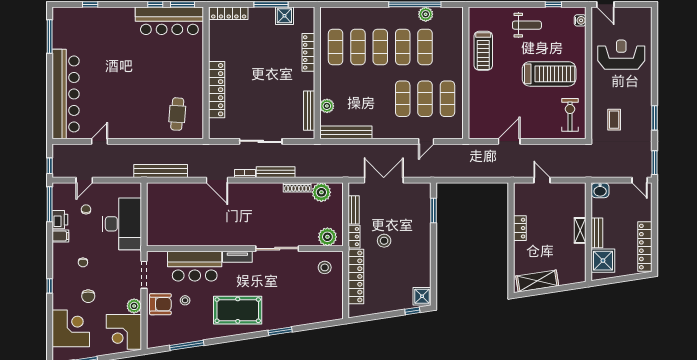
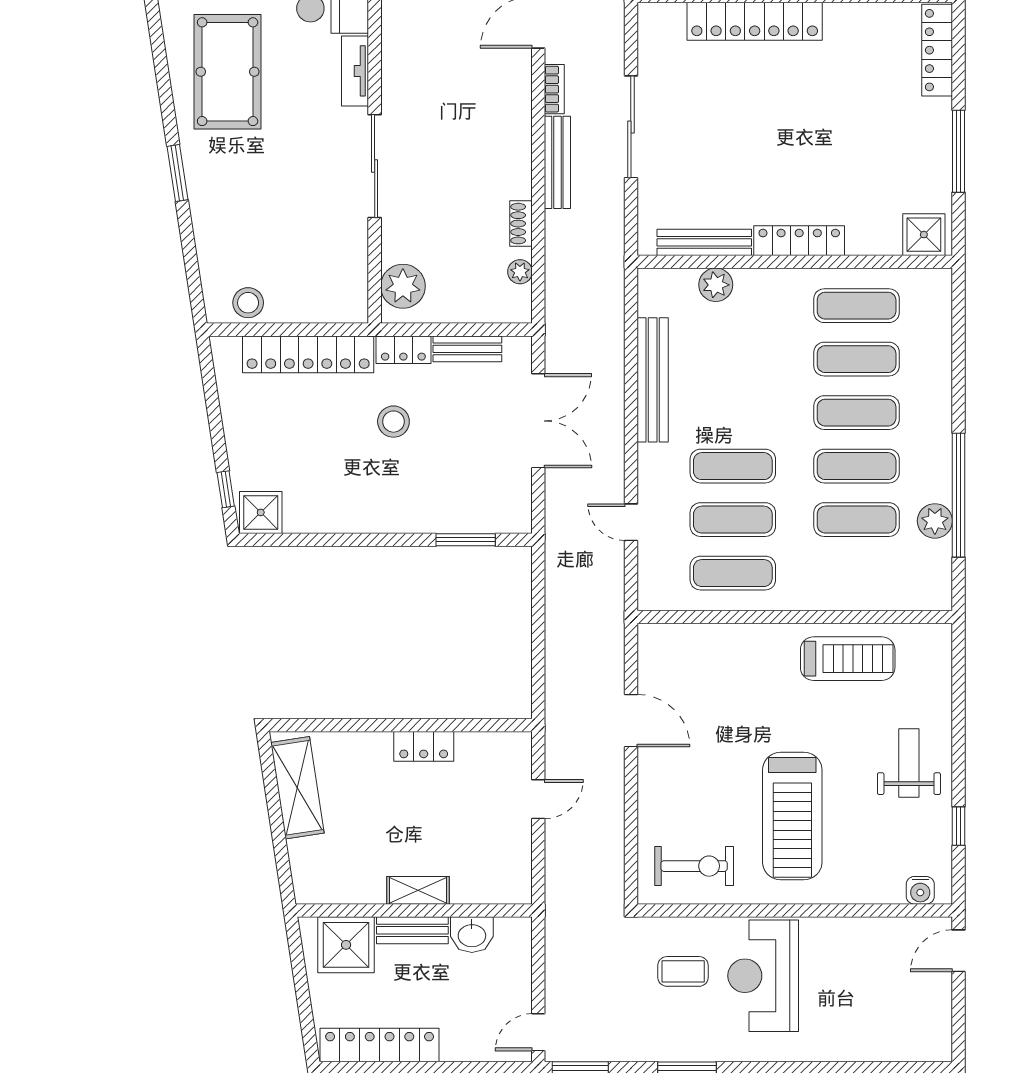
shower: (284, 16) -> (924, 235), moved
weight bench: (527, 25) -> (909, 763), turned 180
treadmill: (483, 51) -> (848, 659), turned 180
locker: (308, 52) -> (799, 241), moved
reception desk: (621, 55) -> (763, 976), moved, turned 180
bench: (346, 132) -> (653, 380), moved
shoe rack: (297, 187) -> (521, 224), width x0.70
washbasin: (600, 190) -> (472, 935), moved, turned -90
plant: (321, 192) -> (520, 272), width x0.53, depth x0.53
stool: (325, 267) -> (248, 303), moved

